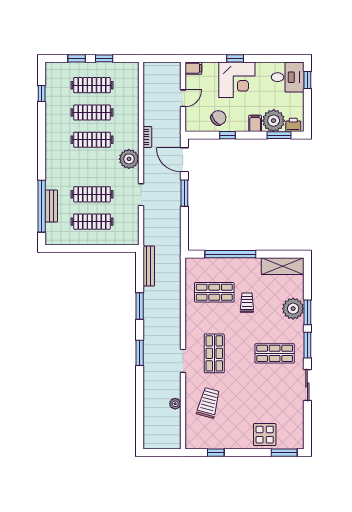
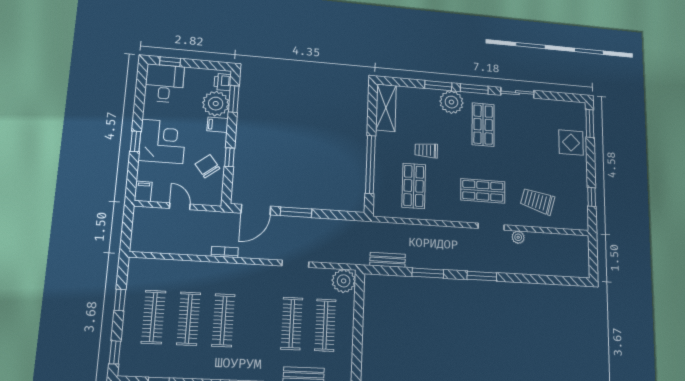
window: (77, 58) -> (115, 352), moved
plant: (129, 159) -> (344, 281), moved
bench: (149, 266) -> (388, 260), width x0.73
plant: (293, 309) -> (451, 102), moved
plant: (175, 404) -> (518, 237), moved

